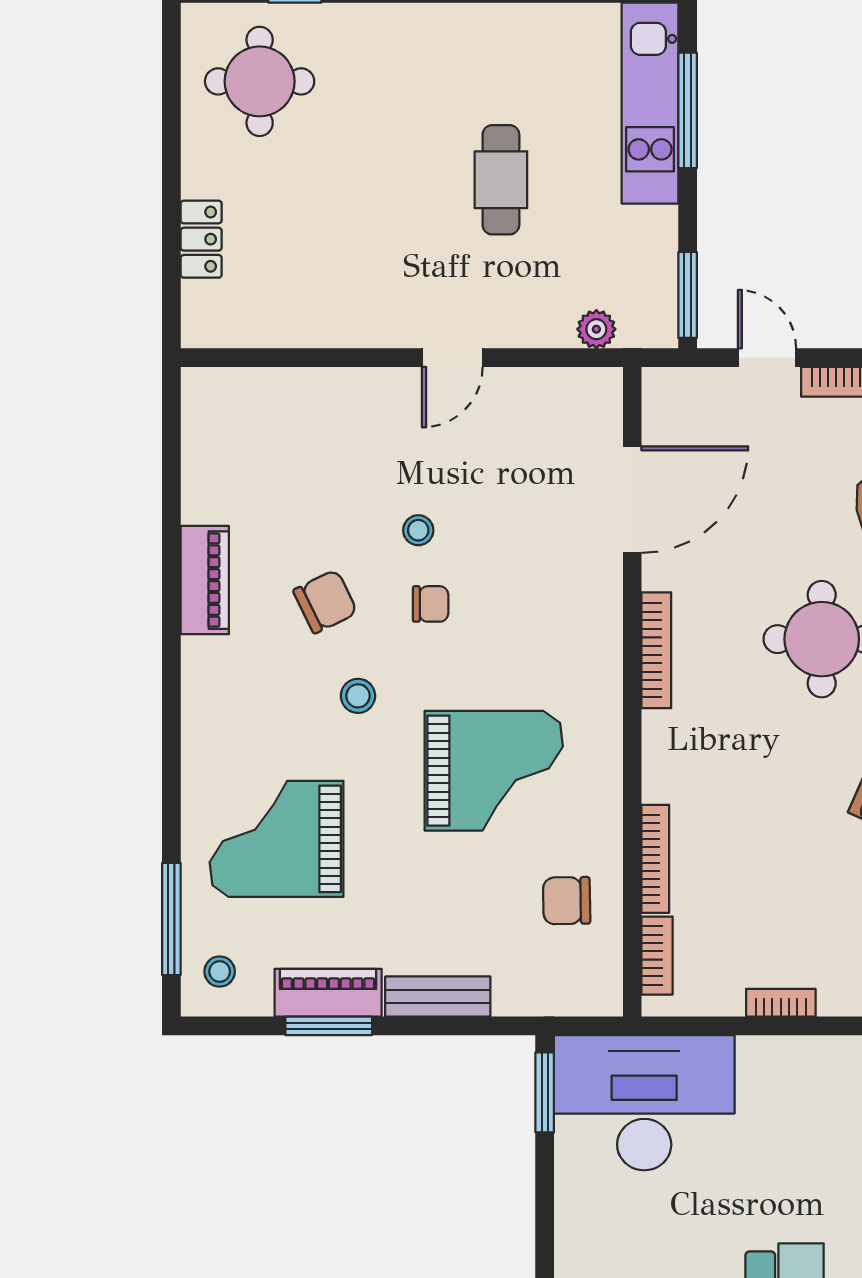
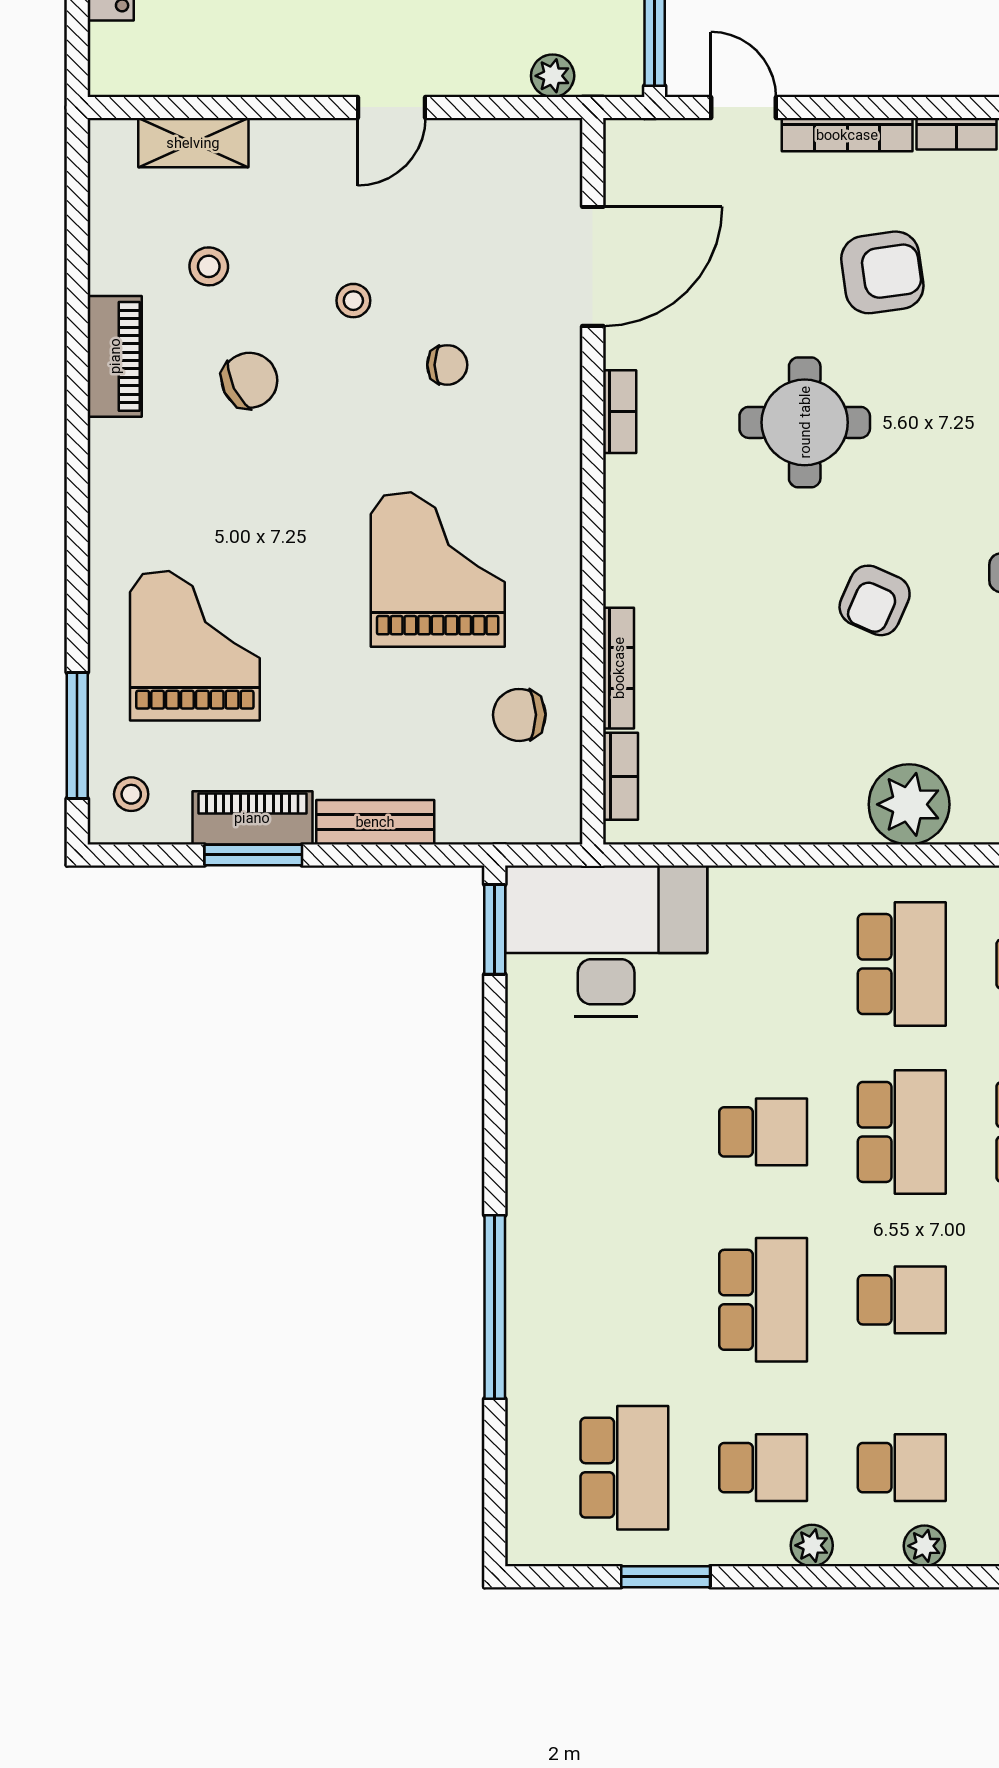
shelving: (275, 389) -> (193, 143), added
chair: (431, 604) -> (447, 365), moved
bookcase: (656, 650) -> (620, 412), width x0.64
stool: (358, 696) -> (209, 266), moved
grand piano: (494, 771) -> (438, 570), turned -90
grand piano: (277, 839) -> (195, 646), turned 90
bookcase: (781, 1003) -> (759, 829), removed

